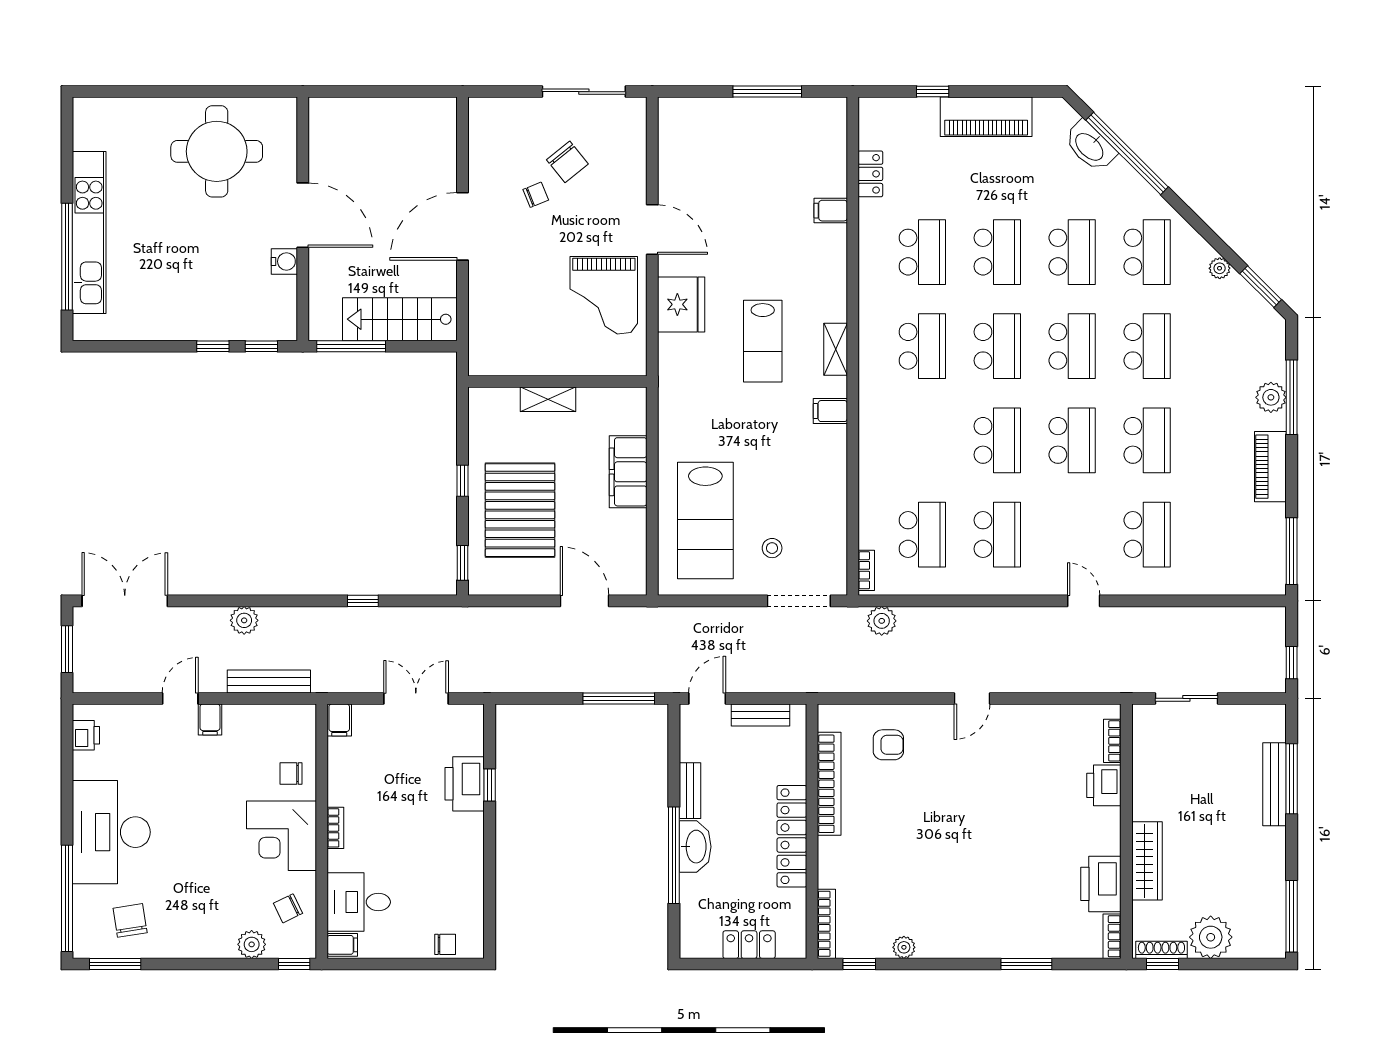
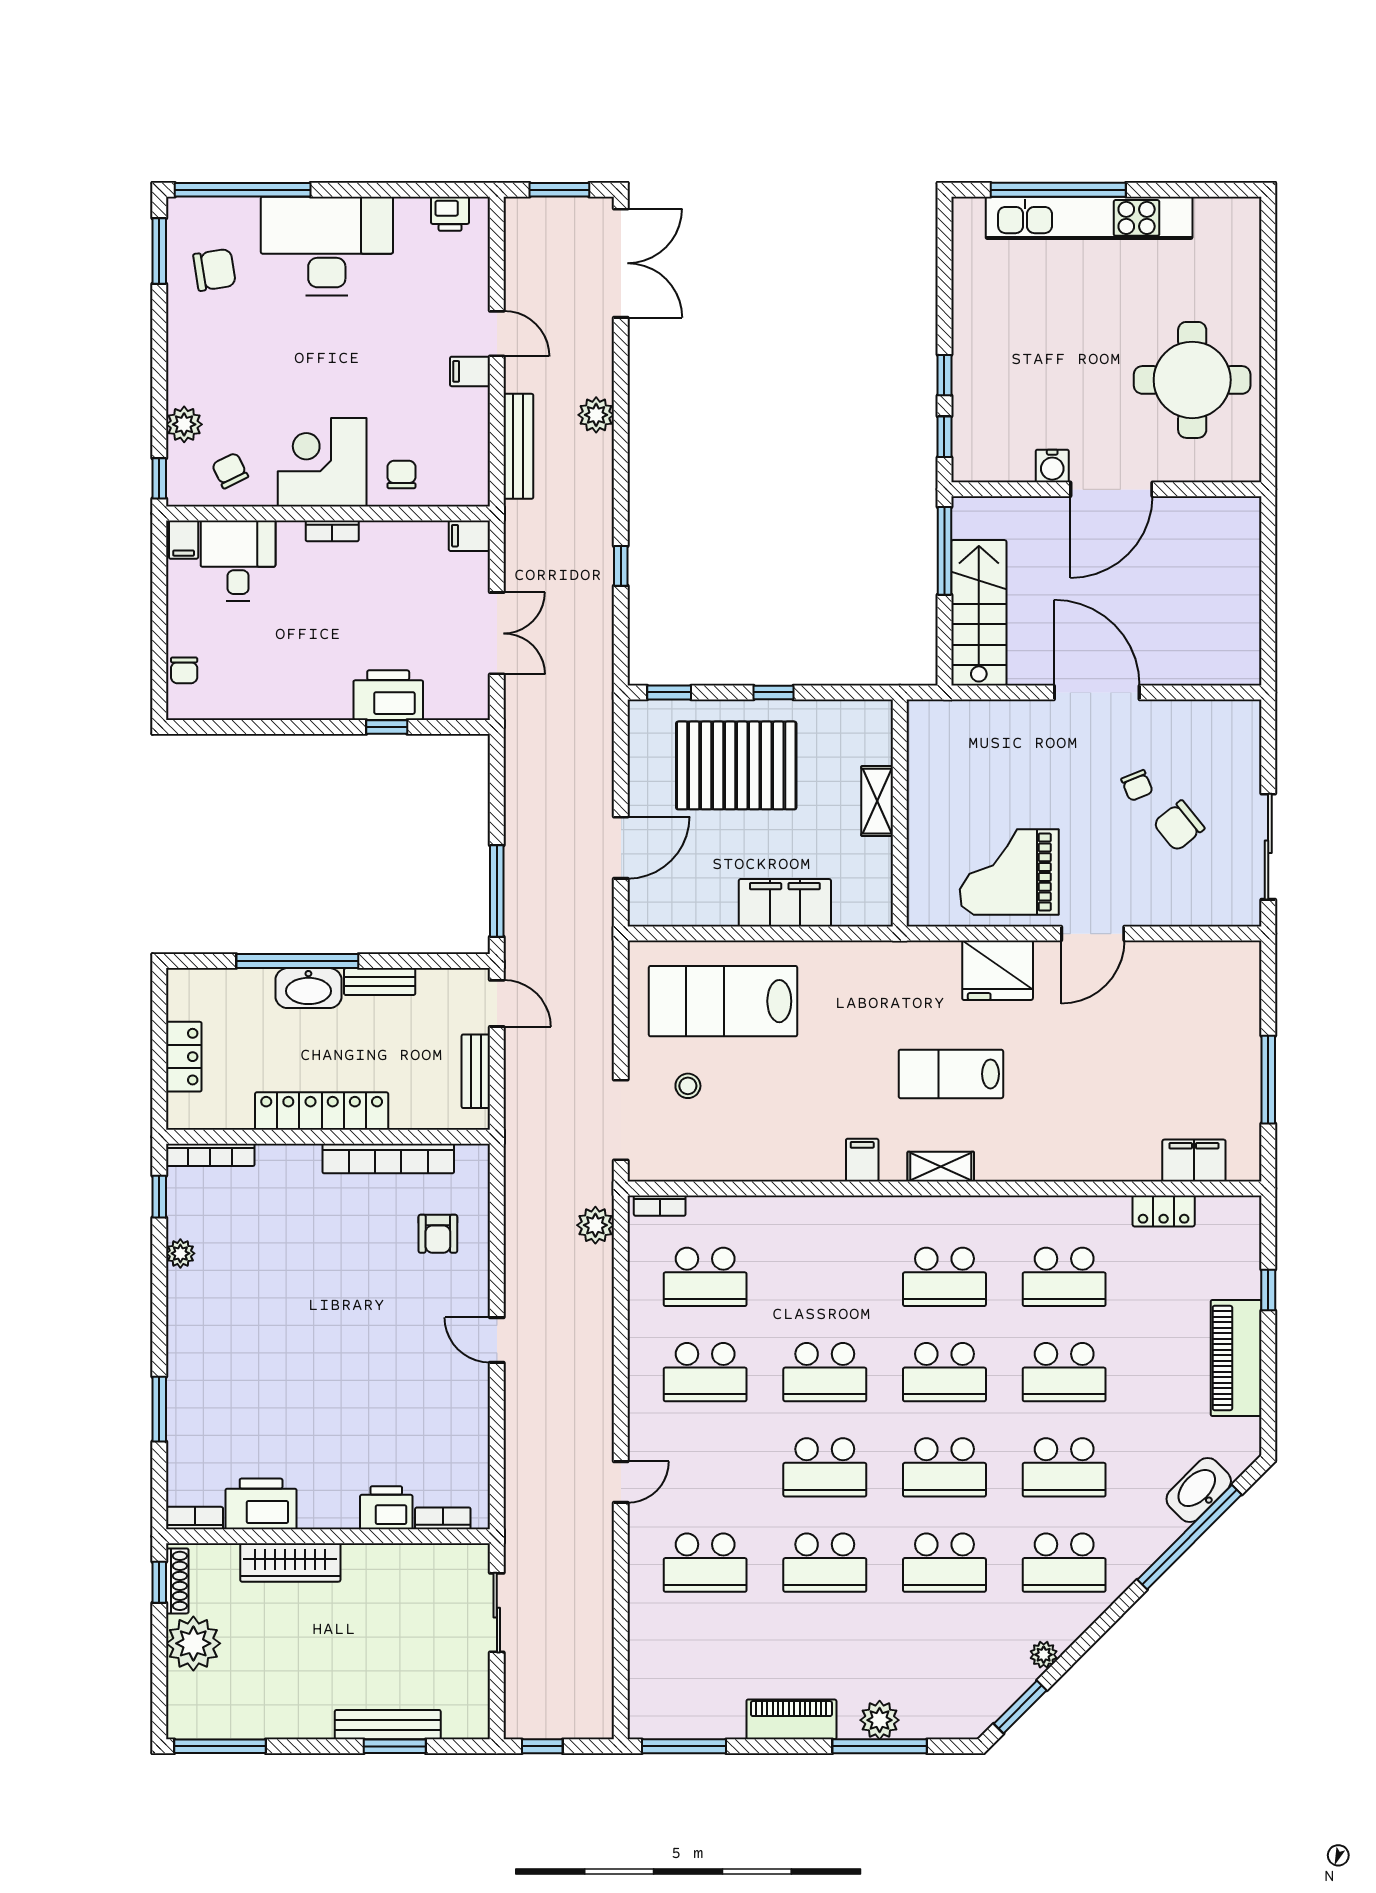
filing cabinet: (831, 211) -> (1194, 1160), moved, width x2.00
window: (1292, 779) -> (395, 1746), width x0.69

